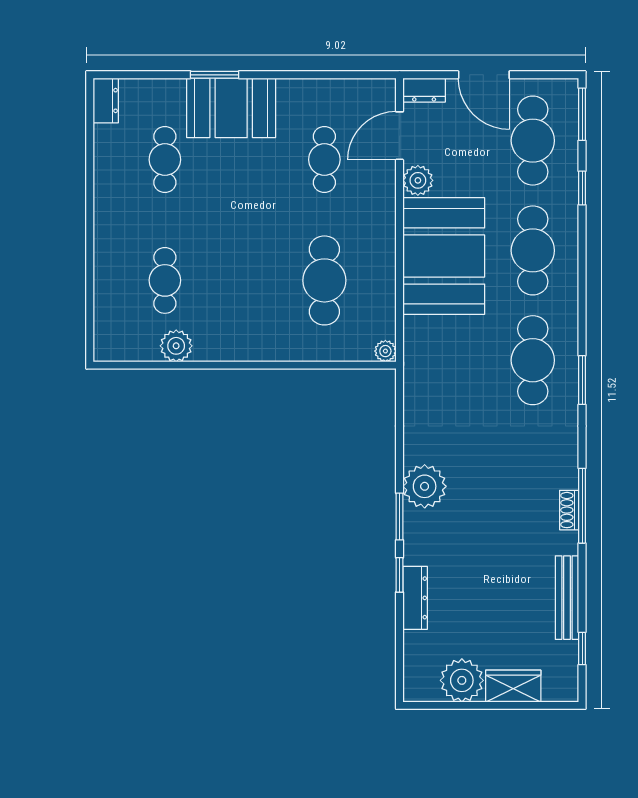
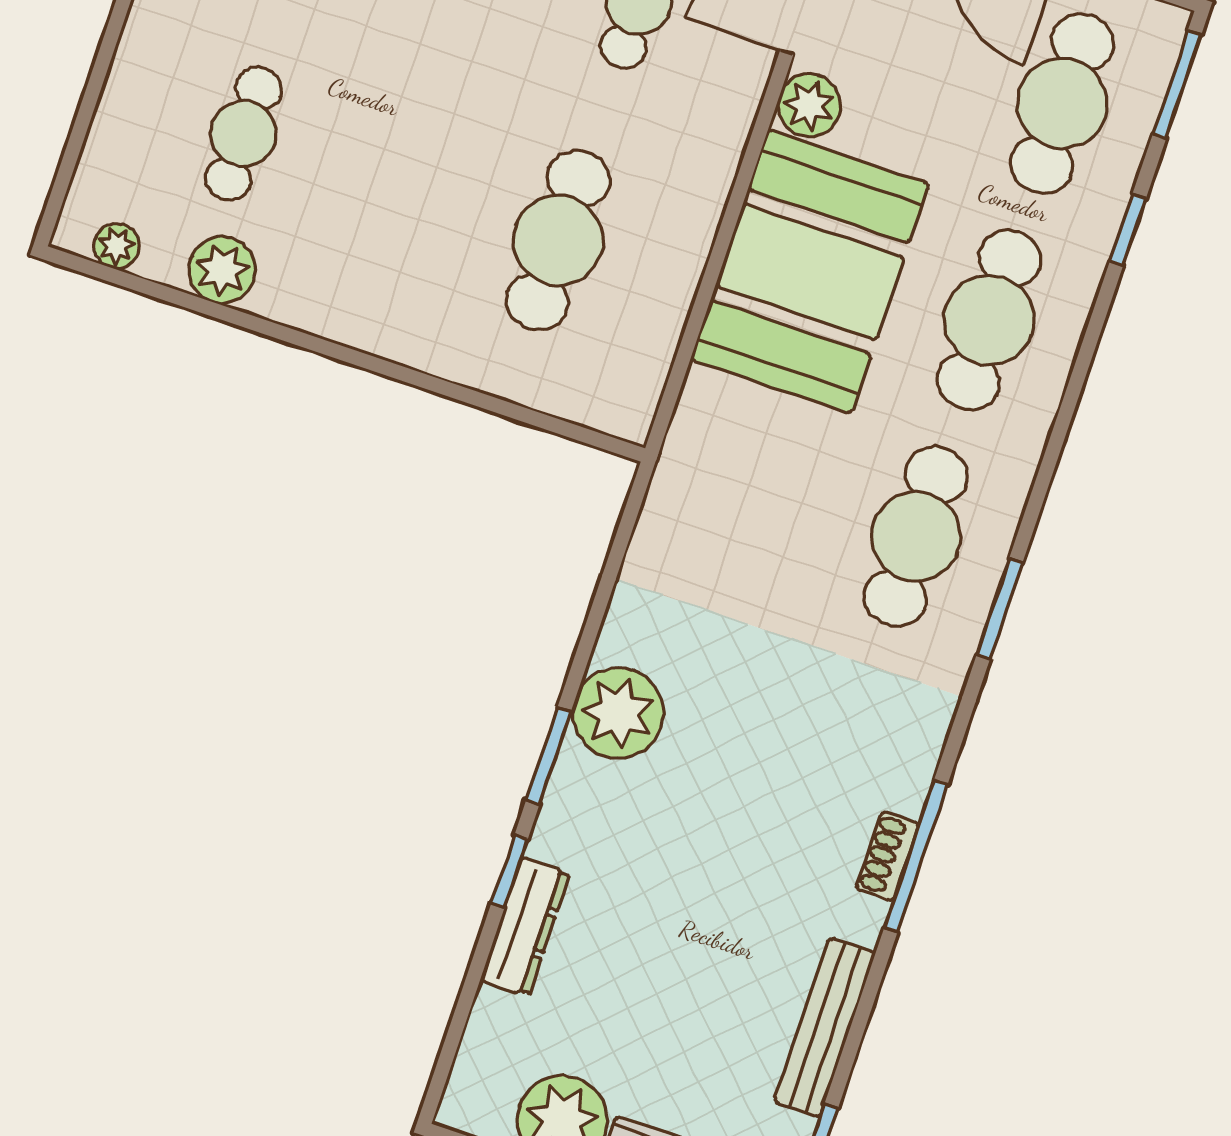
plant: (385, 351) -> (117, 246), moved

